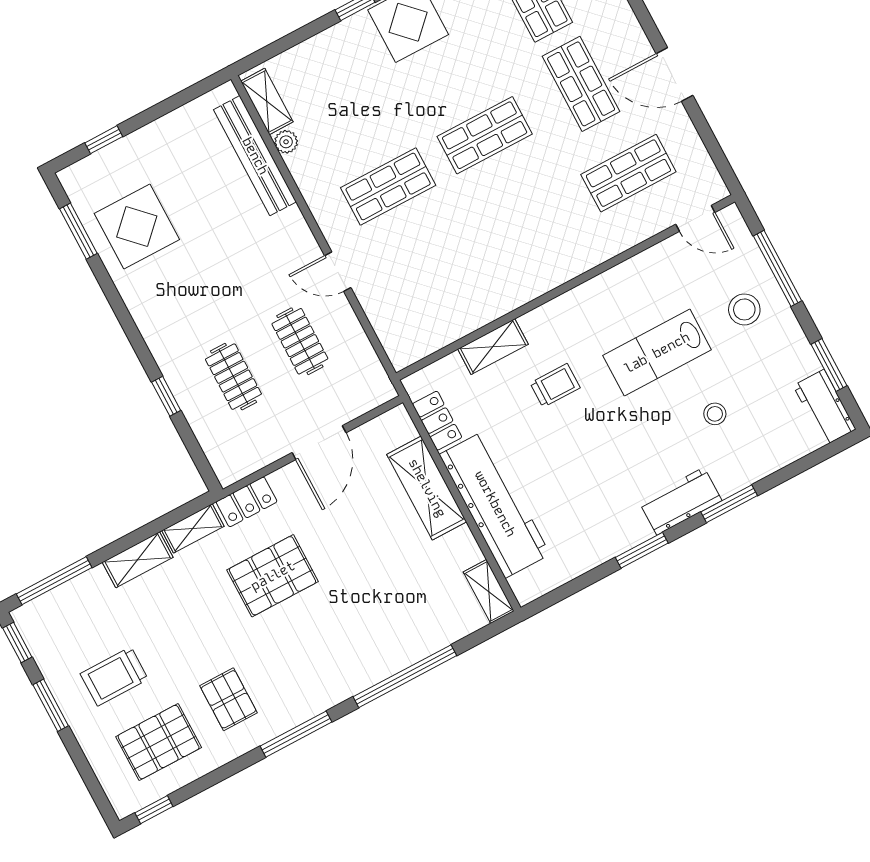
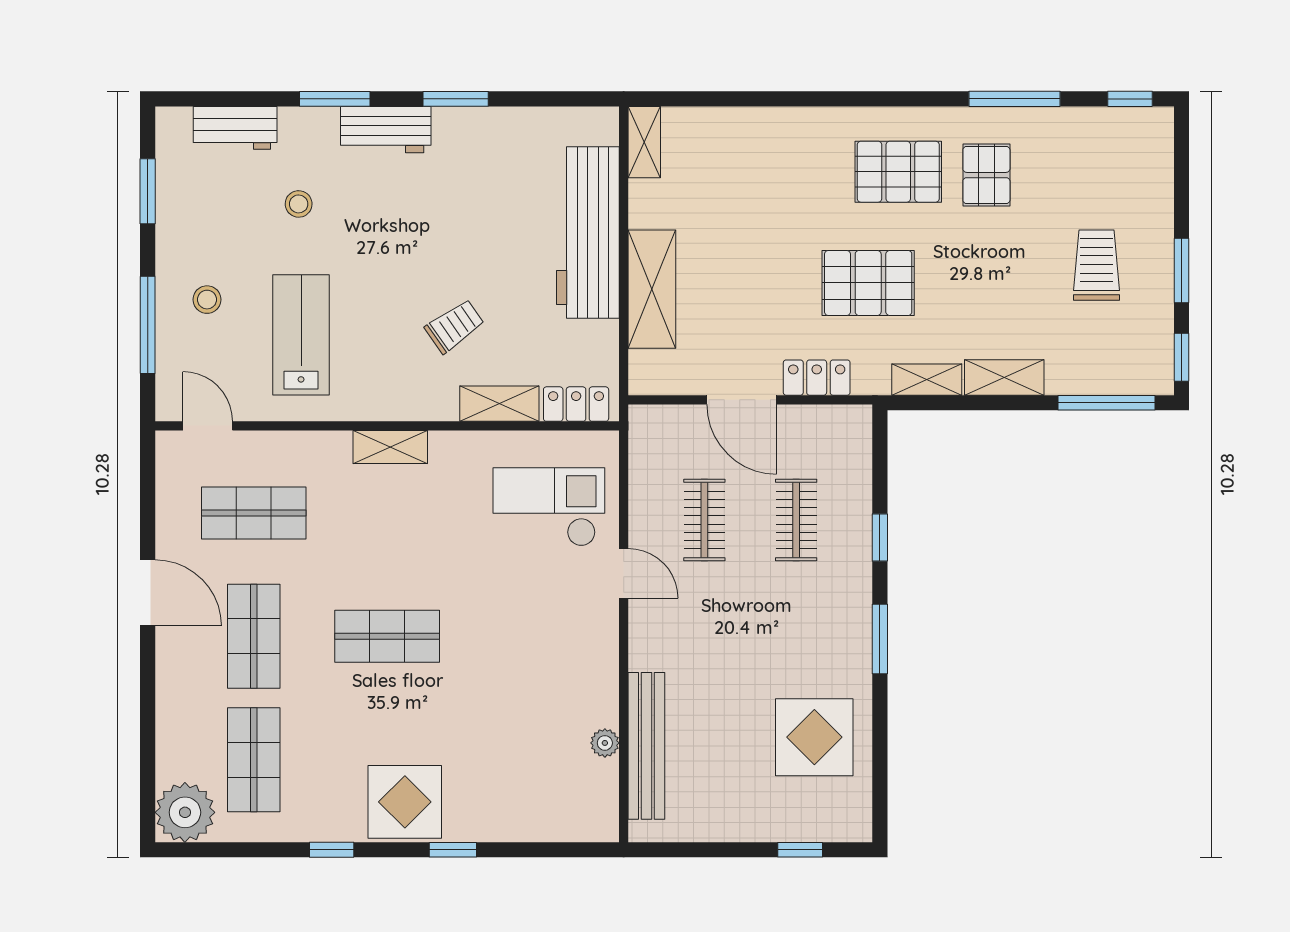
shelving: (267, 102) -> (390, 447), moved, turned 90
shop shelf: (388, 186) -> (520, 636), removed
window: (78, 231) -> (880, 639), moved
checkout: (417, 291) -> (549, 507), added
stool: (744, 309) -> (207, 300), width x0.73, depth x0.73
lab bench: (657, 353) -> (301, 335), moved, turned -90
trolley: (555, 385) -> (455, 326), turned 145
workbench: (825, 407) -> (235, 128), moved, turned 90
locker: (437, 421) -> (576, 404), moved, turned 90
door: (319, 443) -> (742, 400), swing flipped
locker: (247, 502) -> (817, 378), moved
trolley: (114, 676) -> (1096, 265), turned -90
window: (405, 676) -> (783, 99), removed
window: (296, 734) -> (1015, 99), moved
pallet: (159, 742) -> (898, 172), moved

